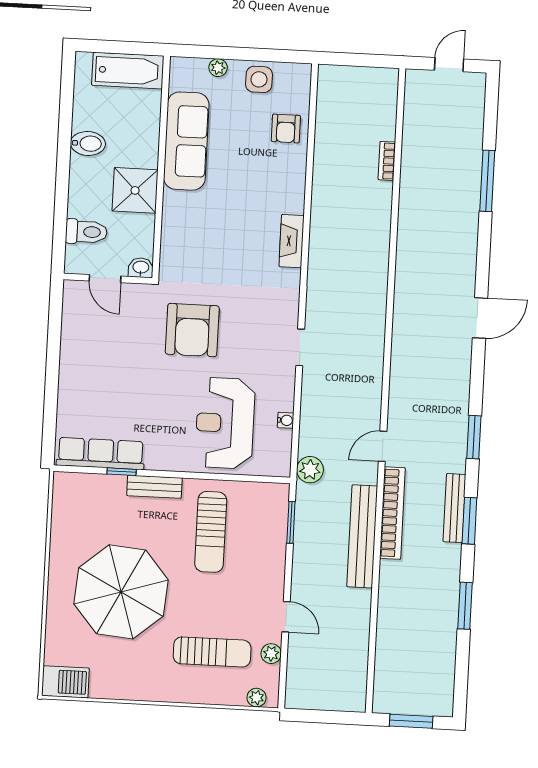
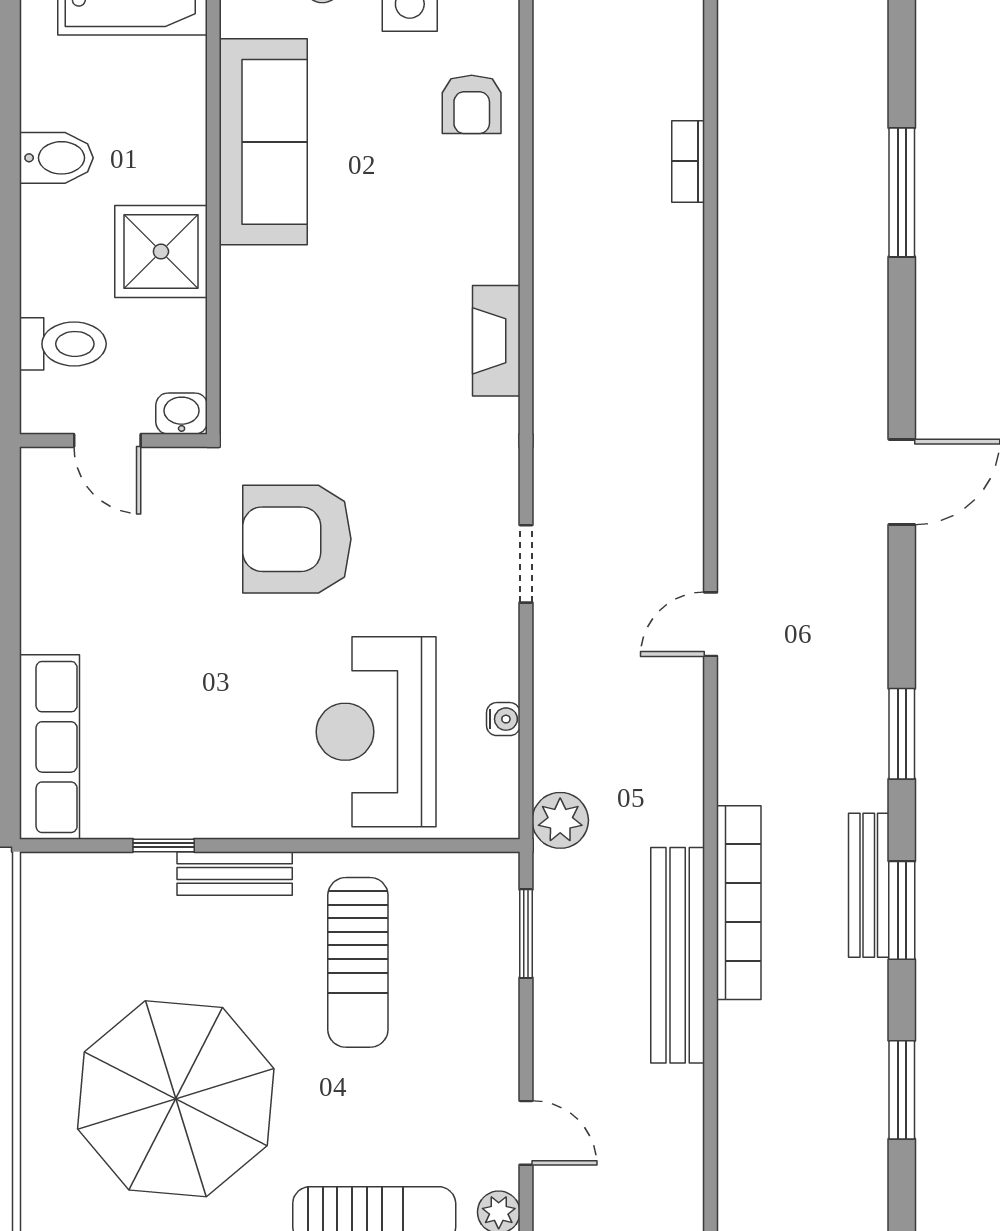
armchair: (192, 330) -> (297, 539), turned 90
door: (383, 446) -> (711, 624), moved
row of seats: (101, 453) -> (49, 747), moved, turned 90

